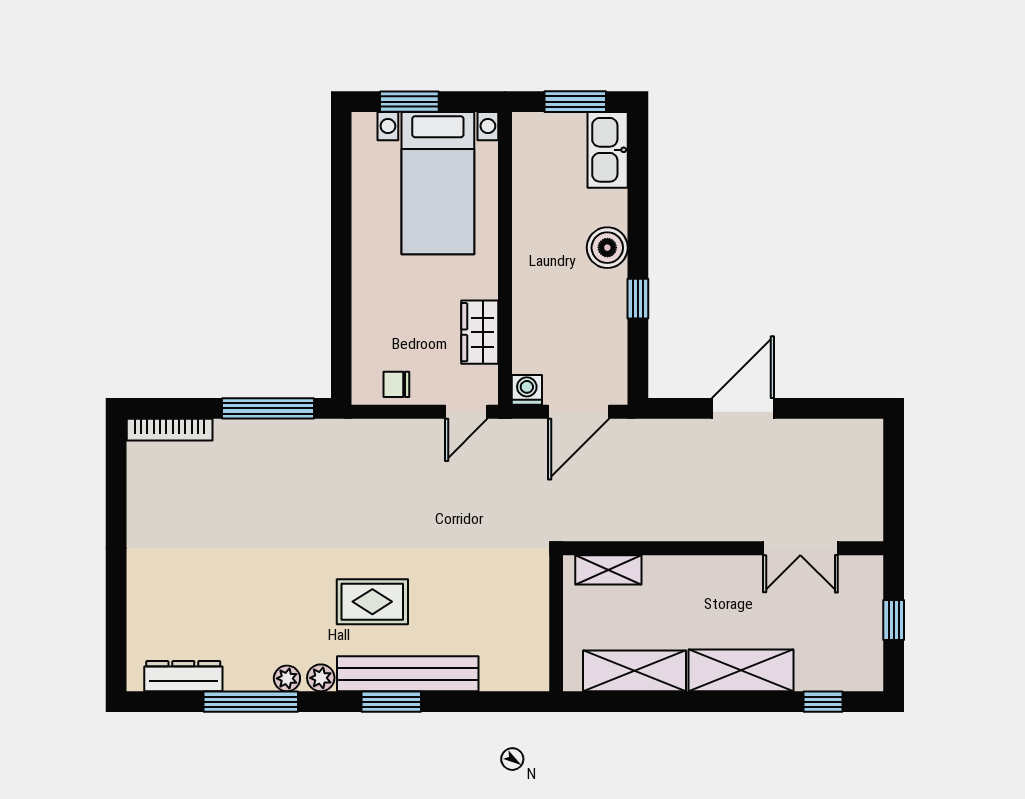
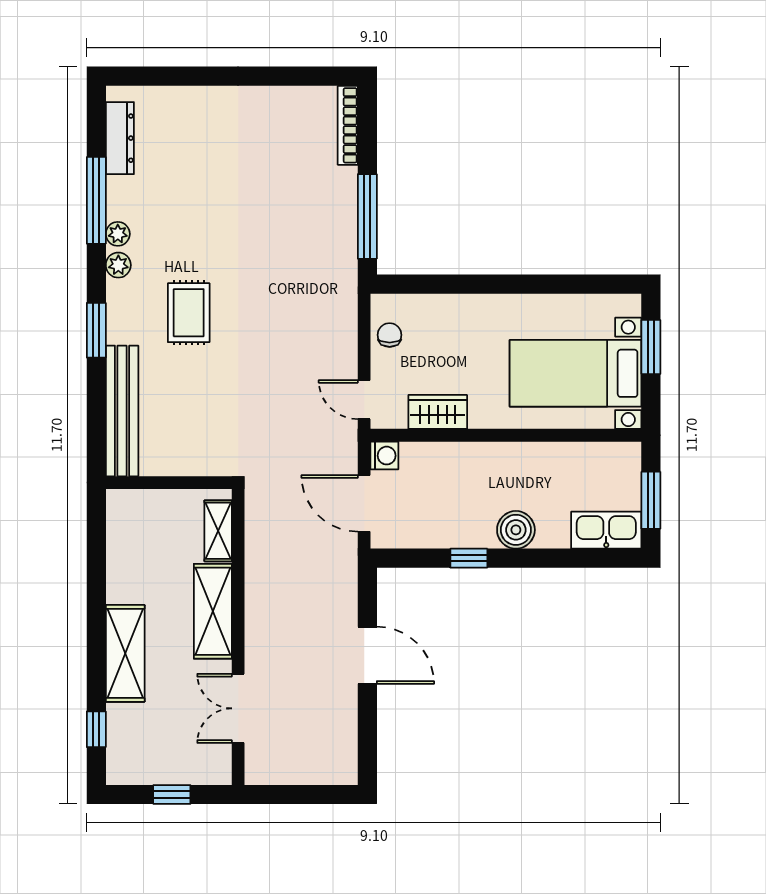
shelving: (634, 671) -> (213, 611), moved
bench: (408, 674) -> (122, 411), moved

